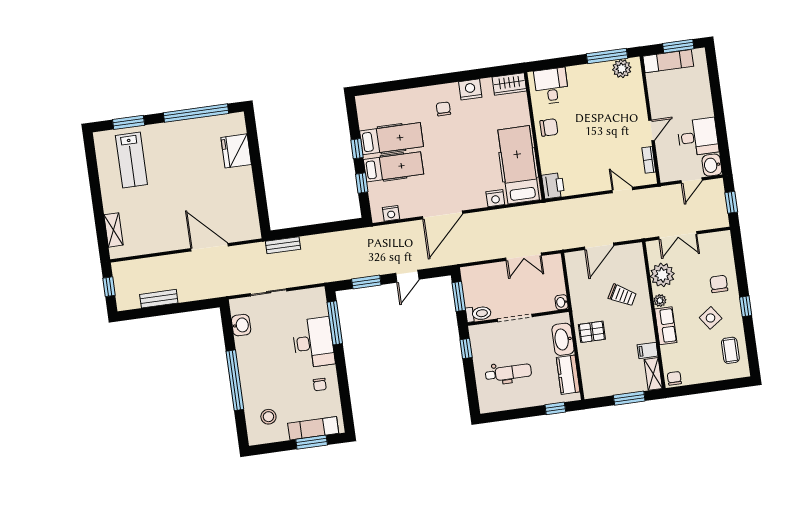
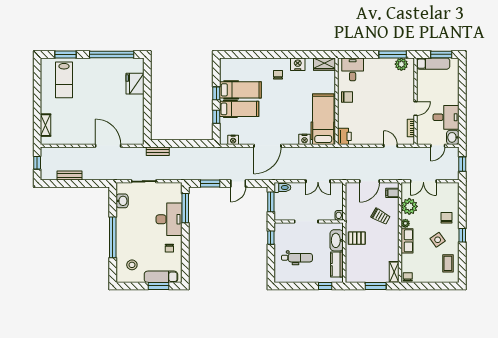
toilet: (479, 314) -> (282, 188), moved
filing cabinet: (648, 350) -> (392, 193), moved

